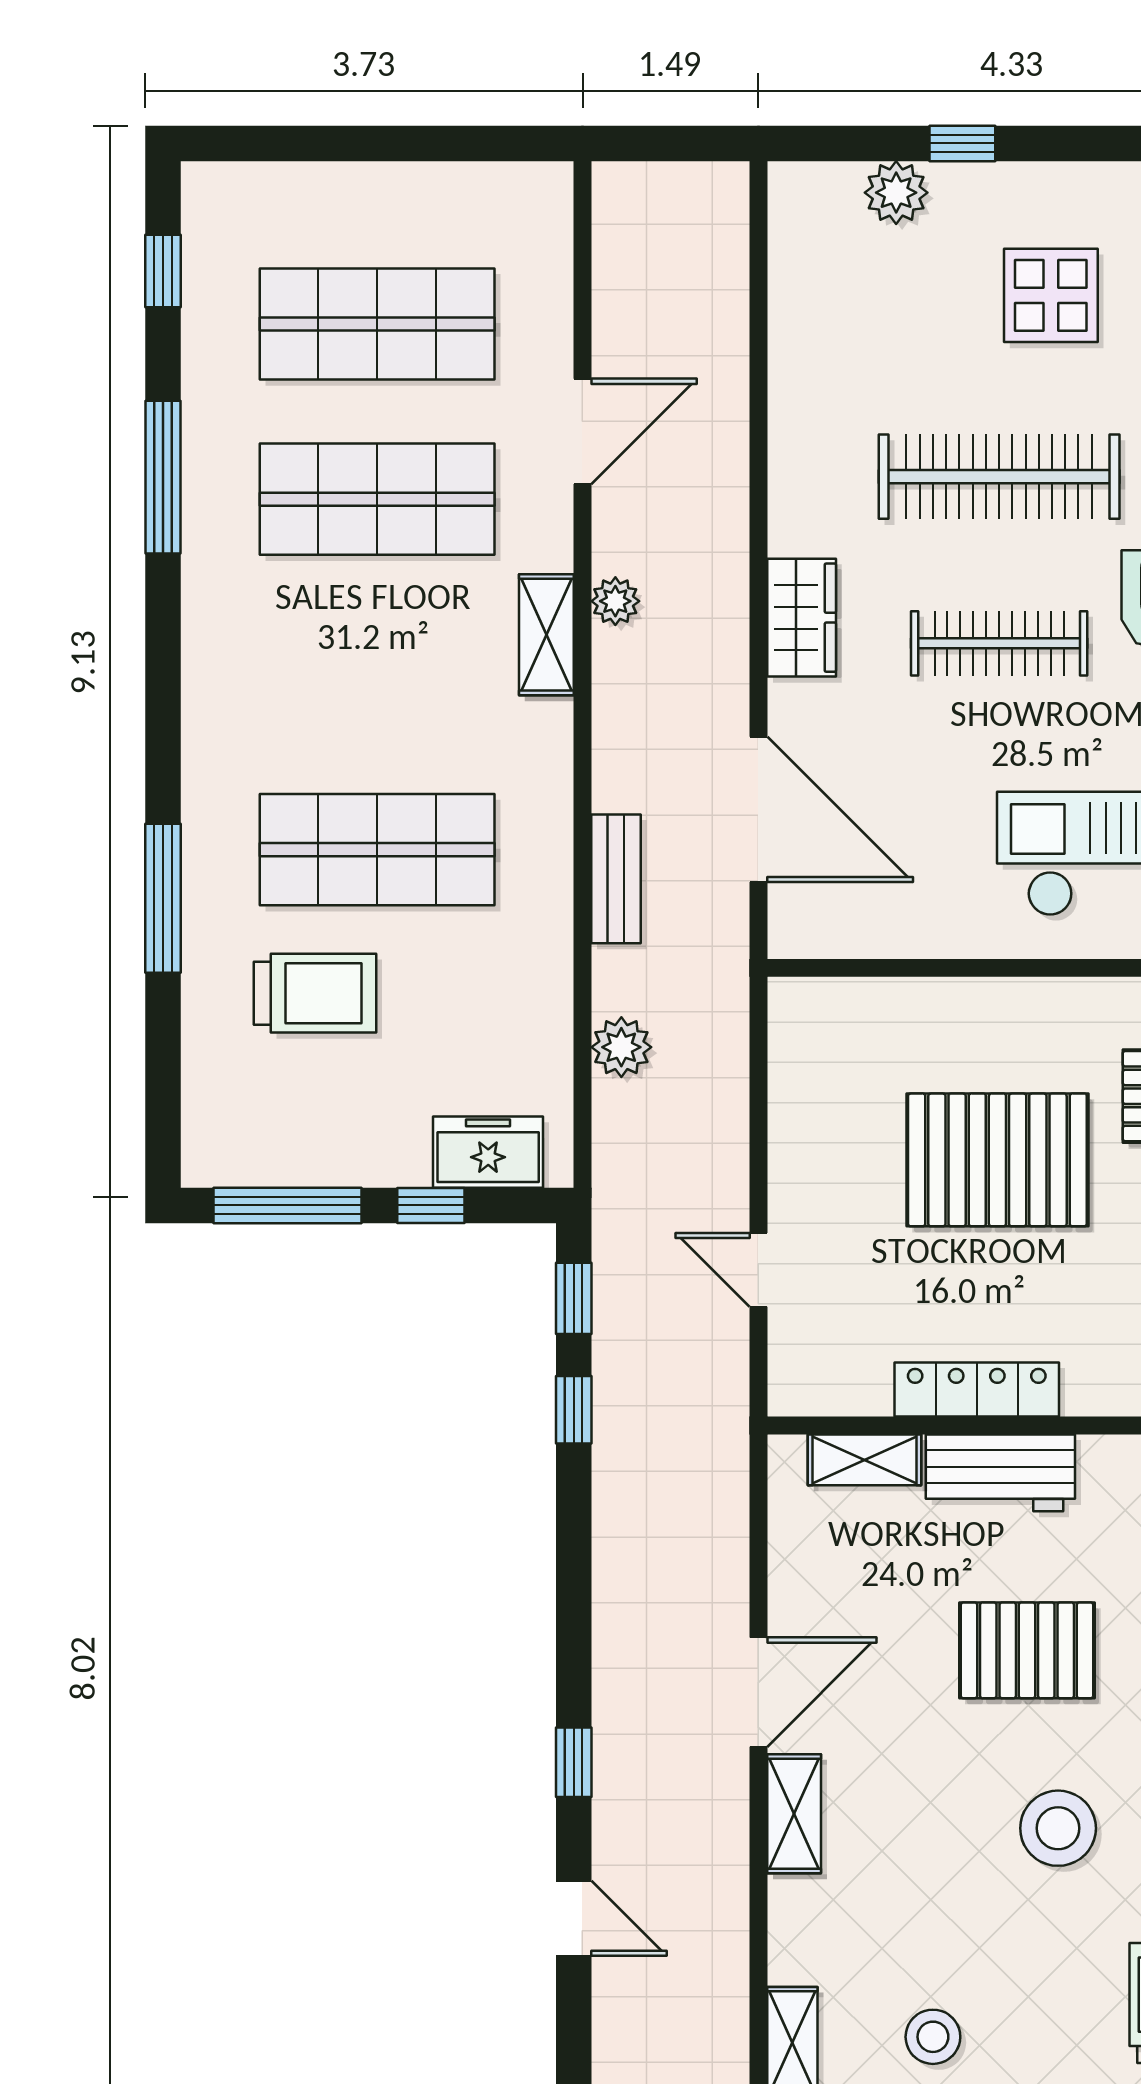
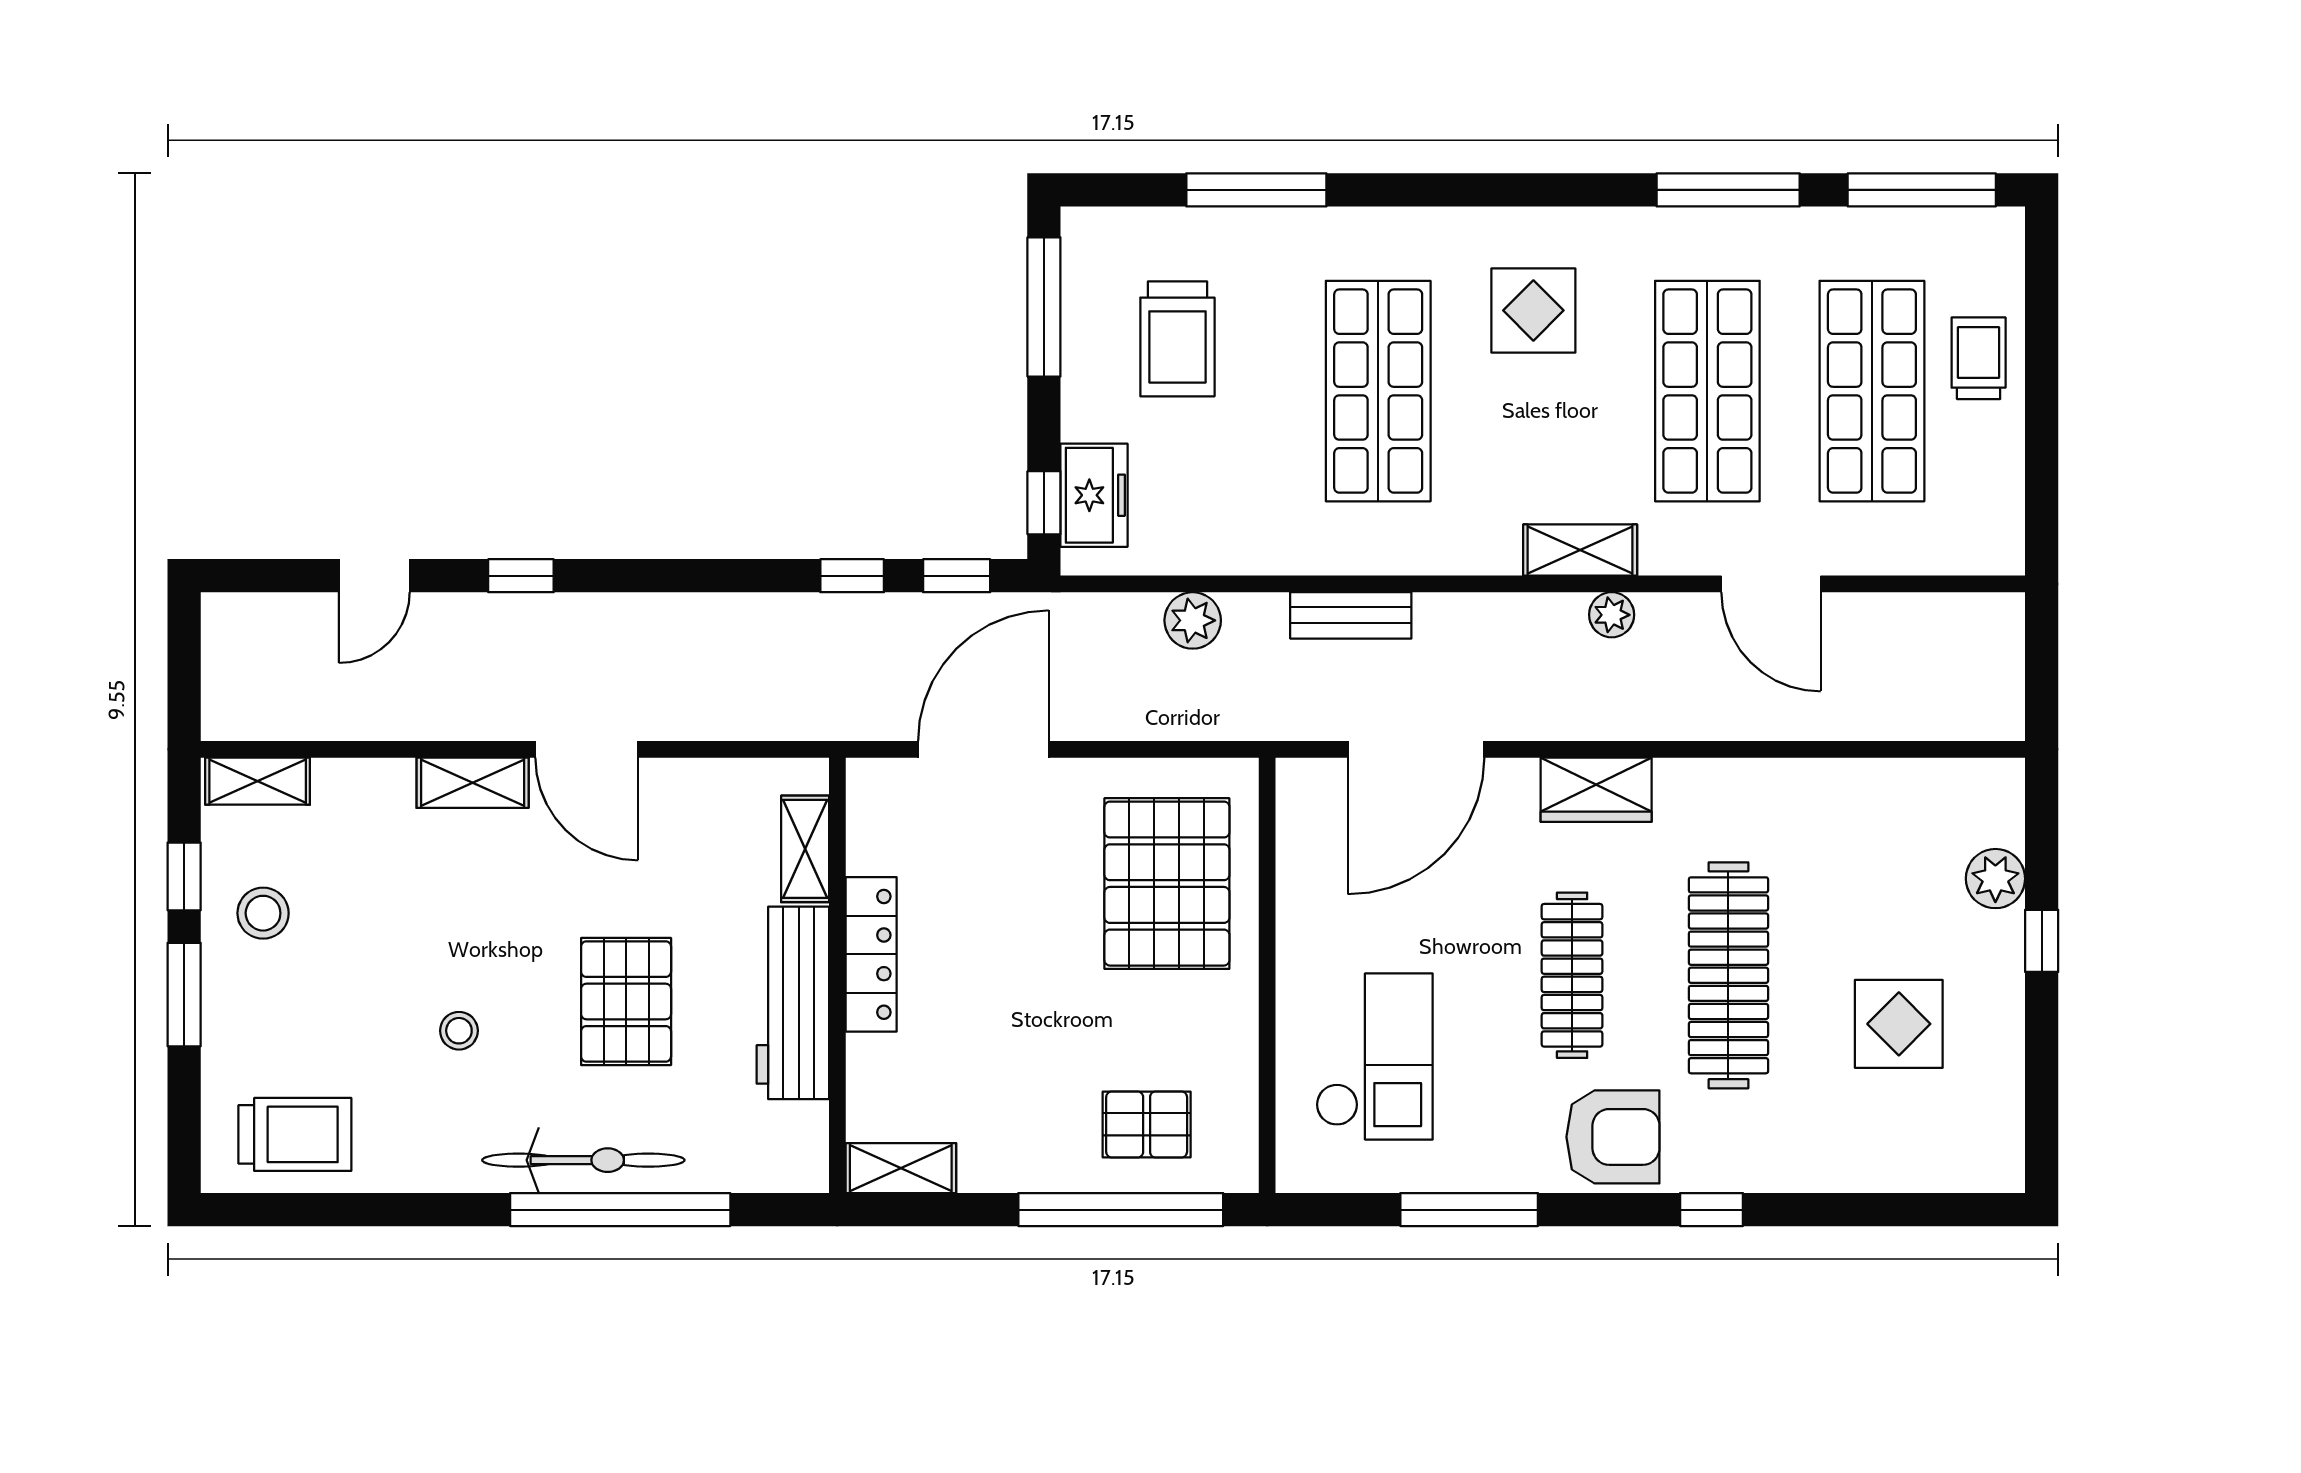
trolley: (342, 211) -> (1979, 358), added
window: (163, 271) -> (1922, 190), width x2.17
display table: (291, 684) -> (1533, 310), added
window: (163, 898) -> (1256, 190), moved
trolley: (315, 993) -> (1177, 339), moved
pallet: (997, 1160) -> (1167, 884), moved
window: (431, 1205) -> (1044, 503), moved
door: (758, 1270) -> (983, 749), width x1.87
workbench: (1000, 1473) -> (793, 1003), width x1.38
stool: (1058, 1828) -> (459, 1031), width x0.53, depth x0.53

